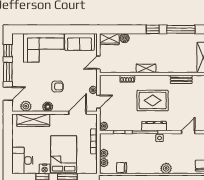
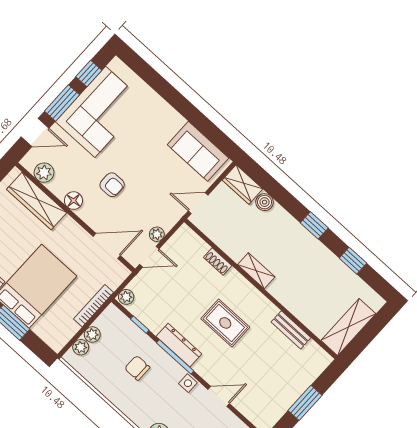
window: (181, 29) -> (353, 261), width x0.46
corner sofa: (44, 48) -> (100, 112), moved, turned -90
rug: (153, 100) -> (225, 323), width x0.73, depth x0.70
dresser: (154, 126) -> (179, 345), moved
door: (188, 132) -> (219, 396), moved
chair: (122, 167) -> (137, 368), moved

